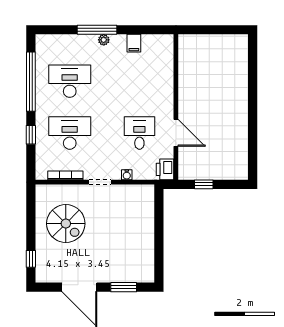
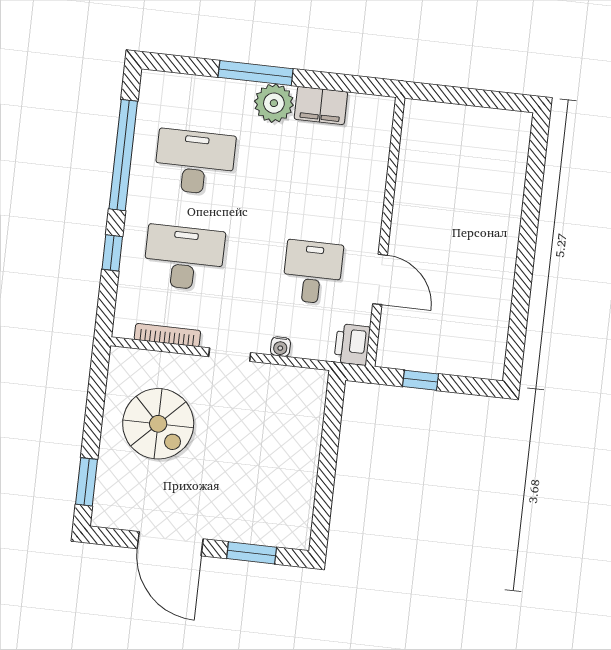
plant: (104, 40) -> (274, 103), width x1.88, depth x1.88
filing cabinet: (134, 43) -> (321, 105), width x2.00
window: (31, 259) -> (87, 482), width x1.50

